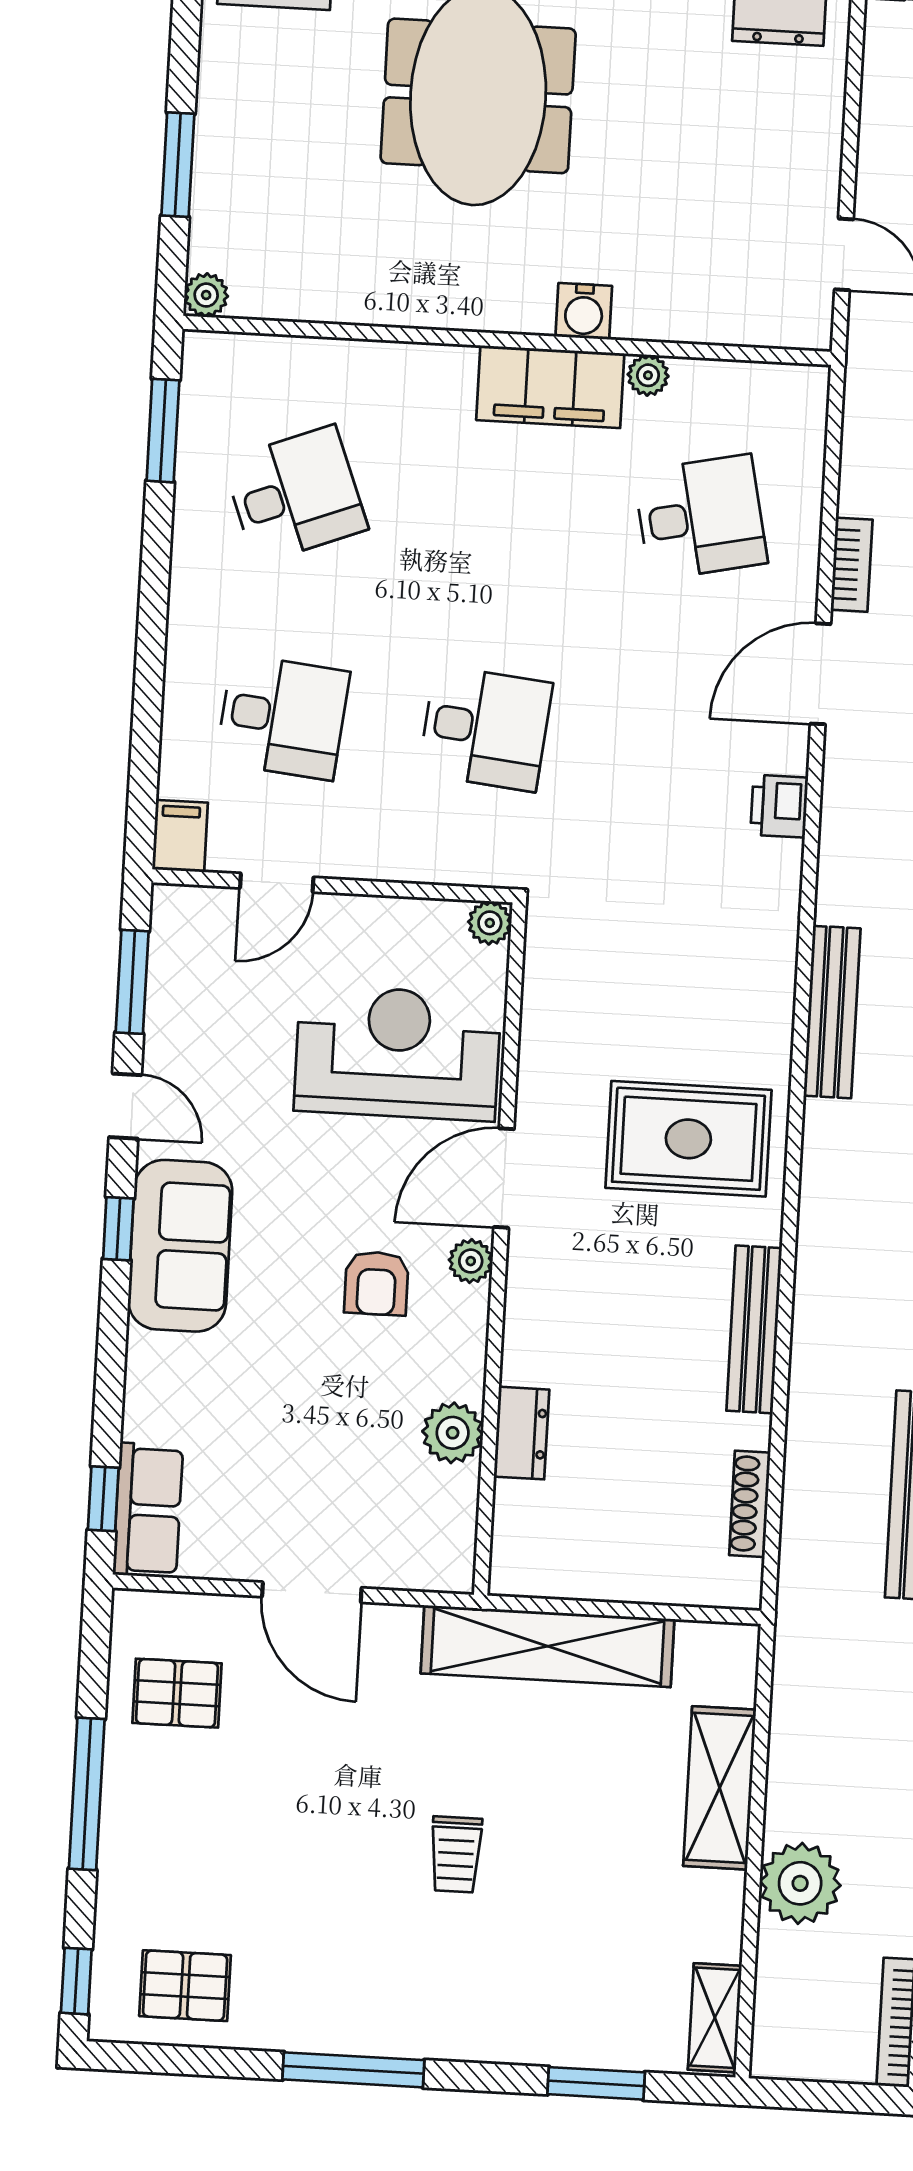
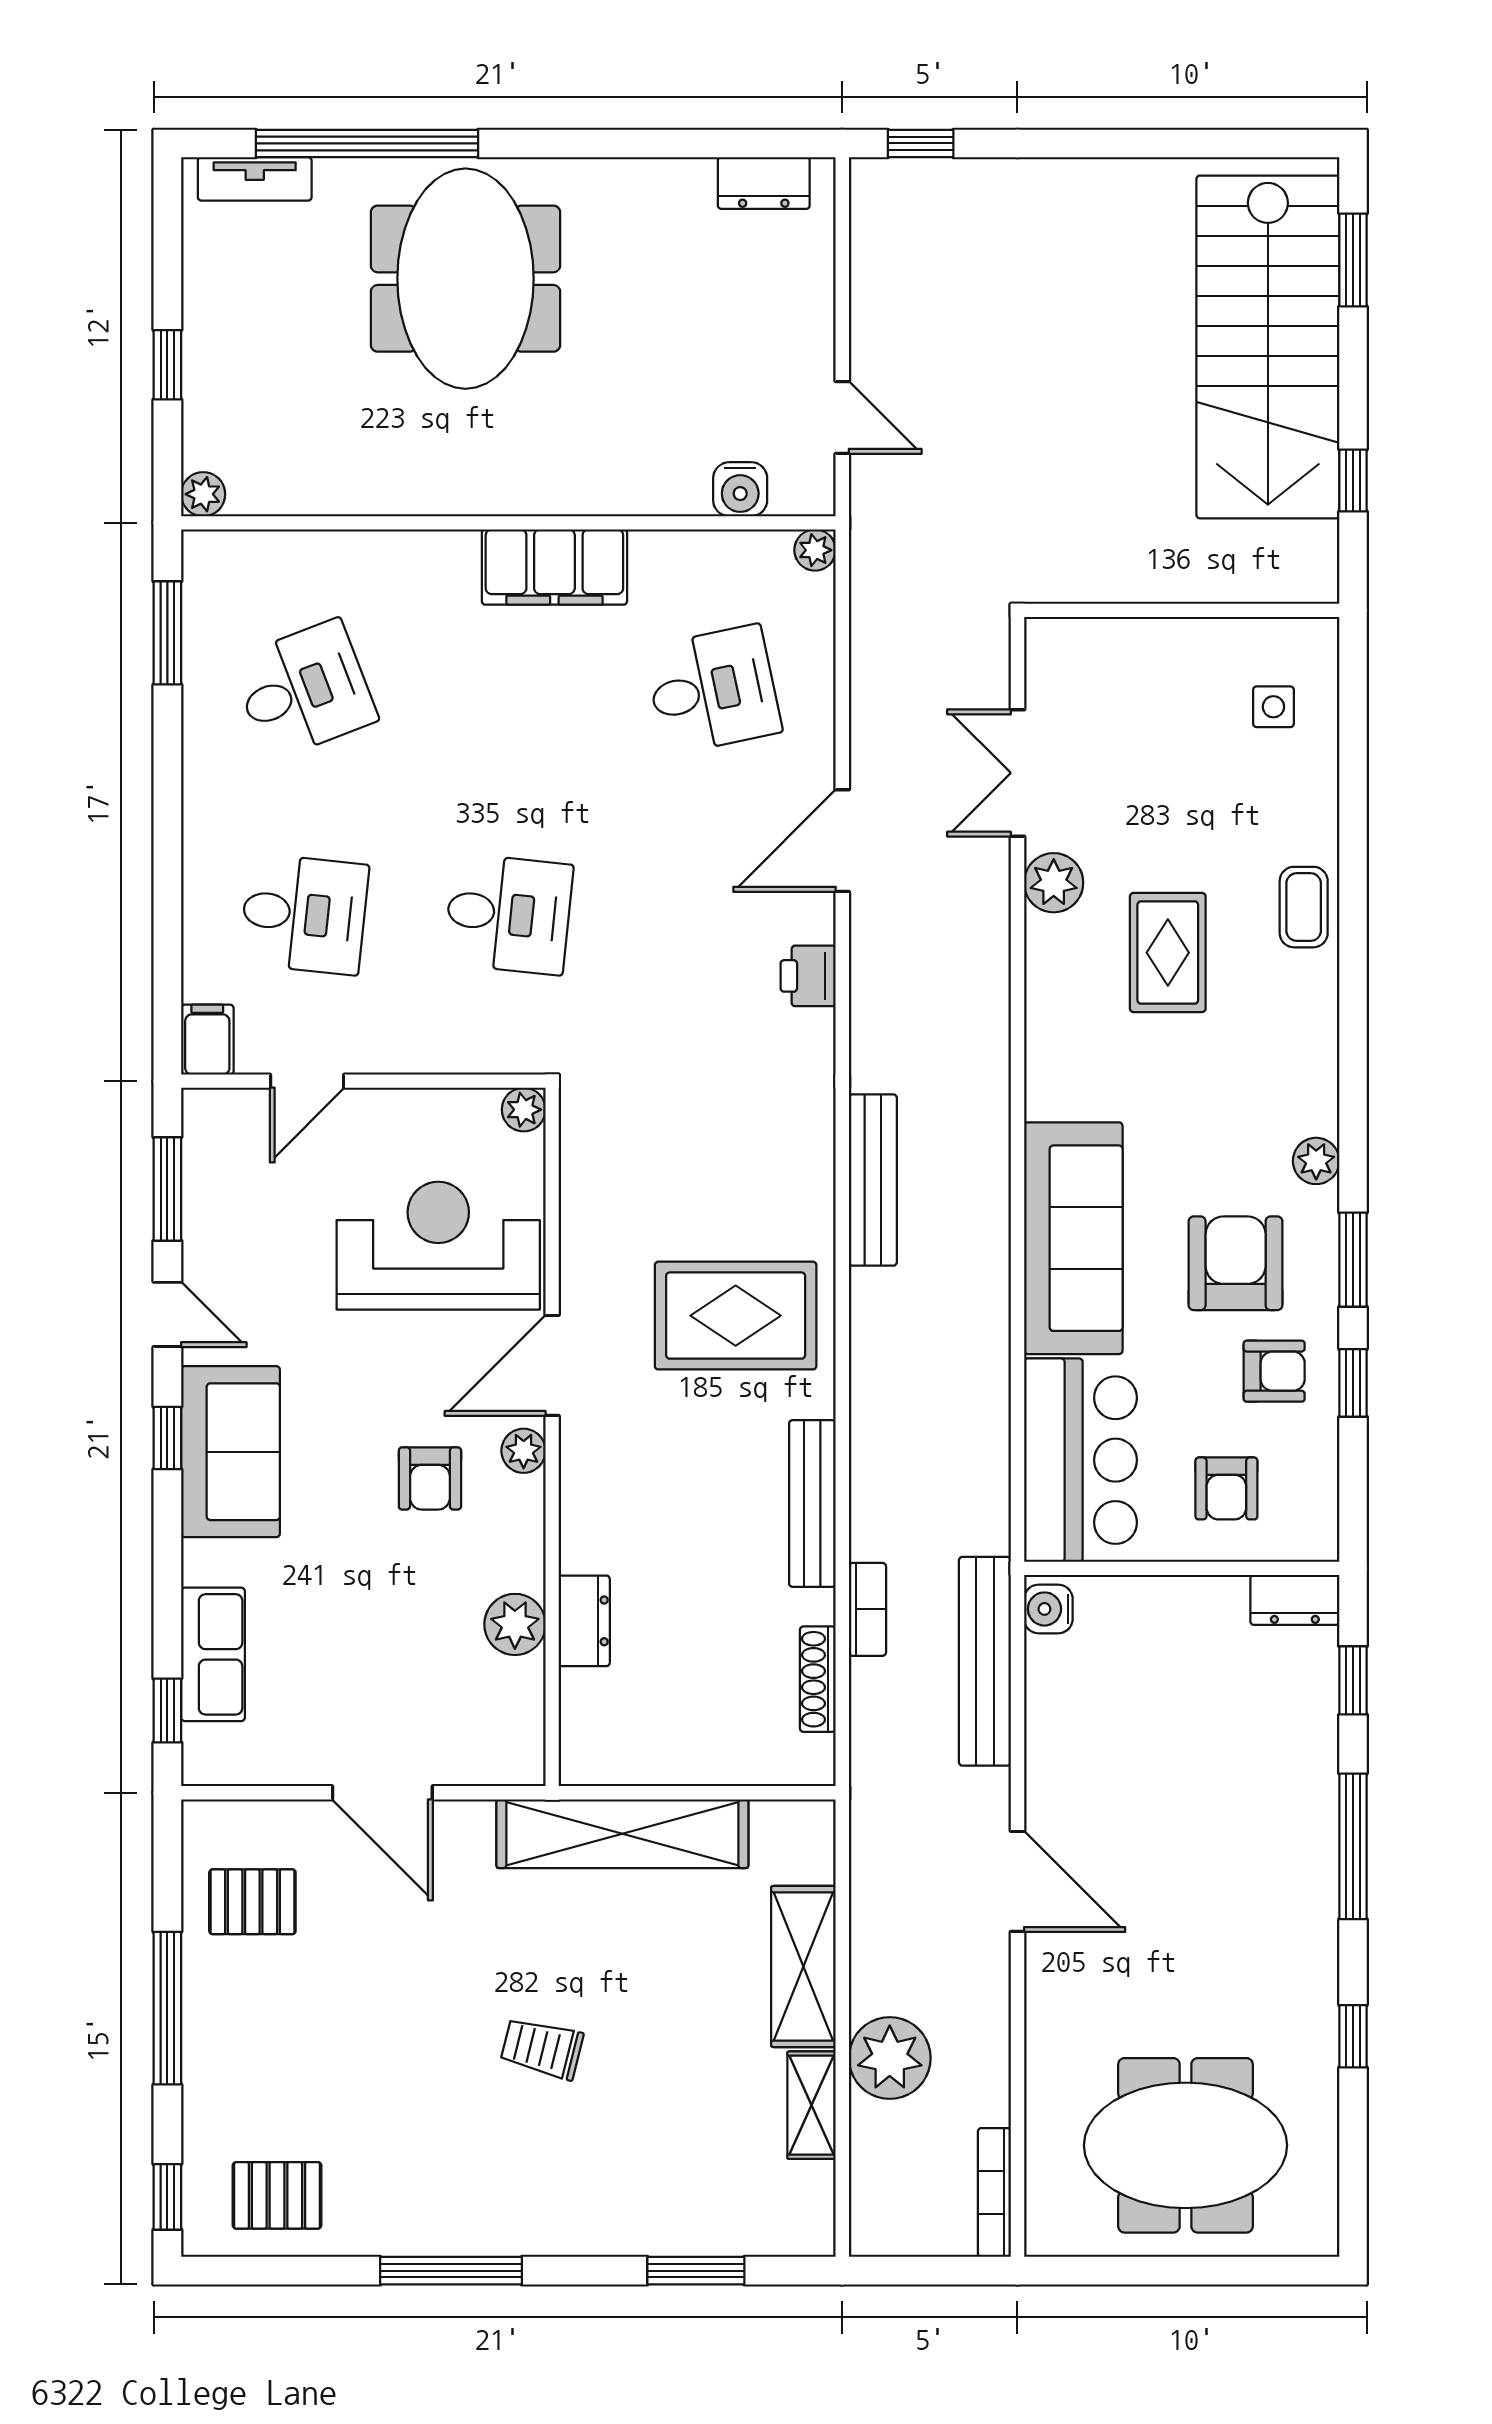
window: (178, 165) -> (167, 365), width x0.67
water cooler: (584, 311) -> (740, 489), moved
plant: (648, 375) -> (815, 550), moved
bookcase: (852, 565) -> (867, 1609), moved
row of seats: (148, 1510) -> (213, 1654), moved
trolley: (456, 1854) -> (542, 2048), turned 104
shelving: (715, 2018) -> (812, 2105), moved

